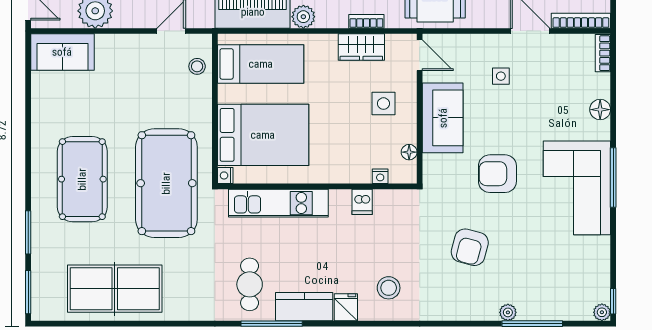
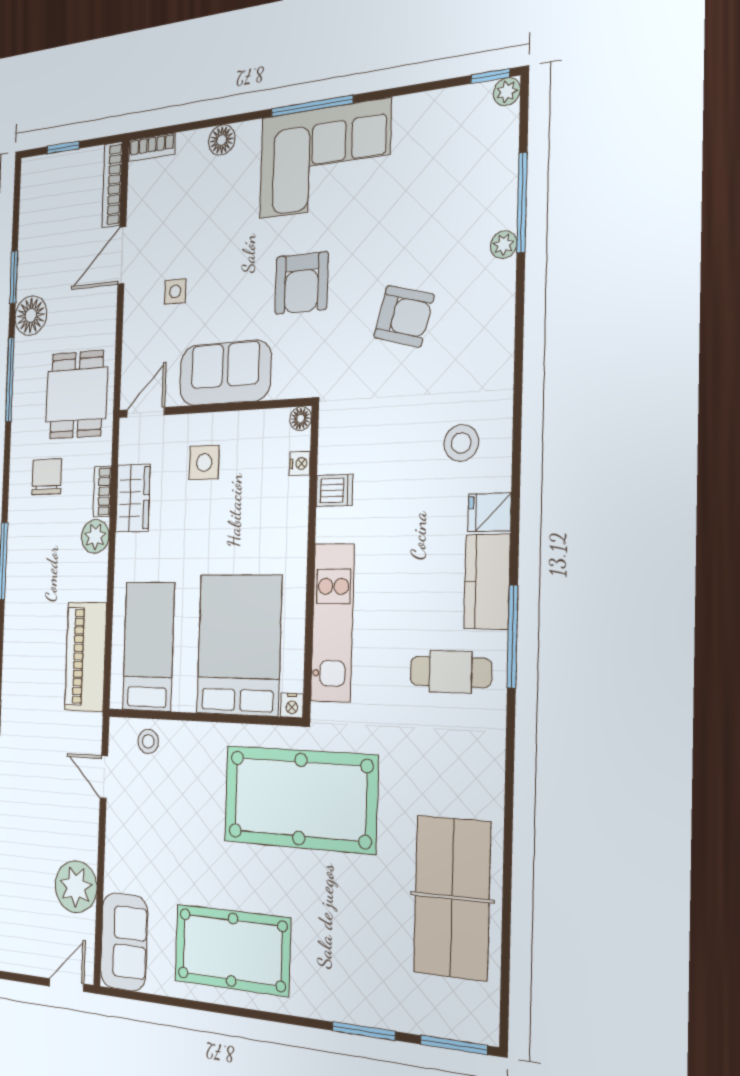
plant: (303, 17) -> (95, 536), moved
floor lamp: (409, 152) -> (301, 419), moved
pool table: (82, 179) -> (232, 950), moved

